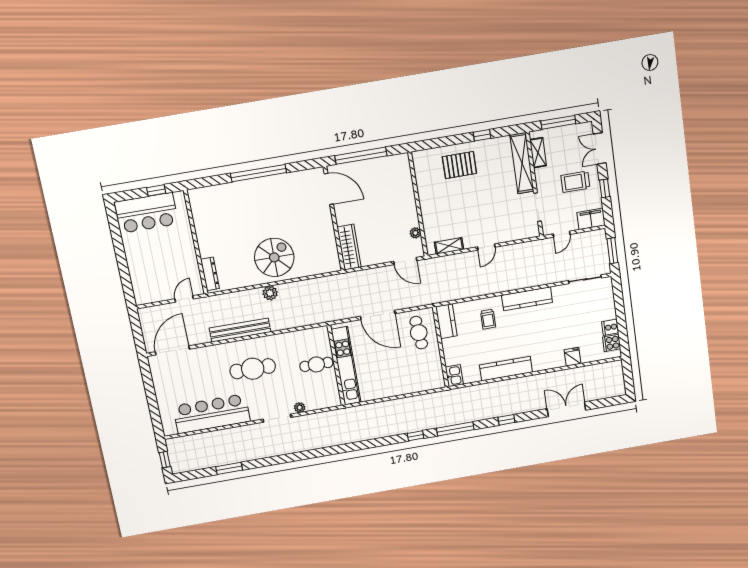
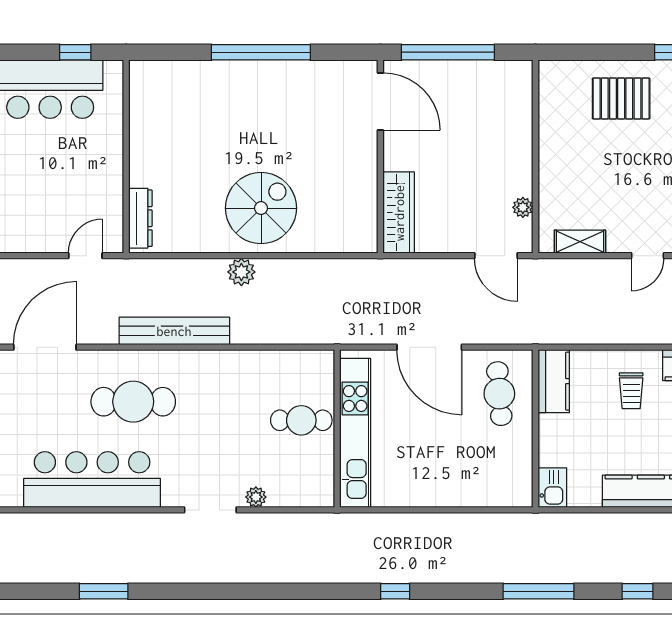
cafe table: (253, 369) -> (133, 402), moved
window: (415, 436) -> (395, 591), moved

